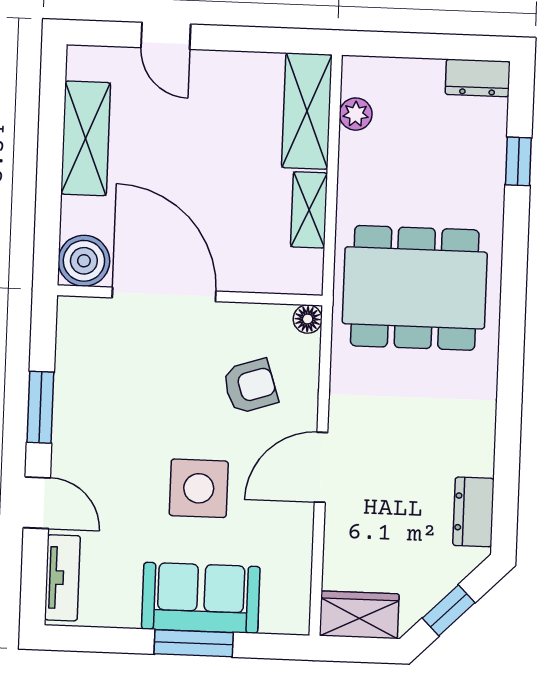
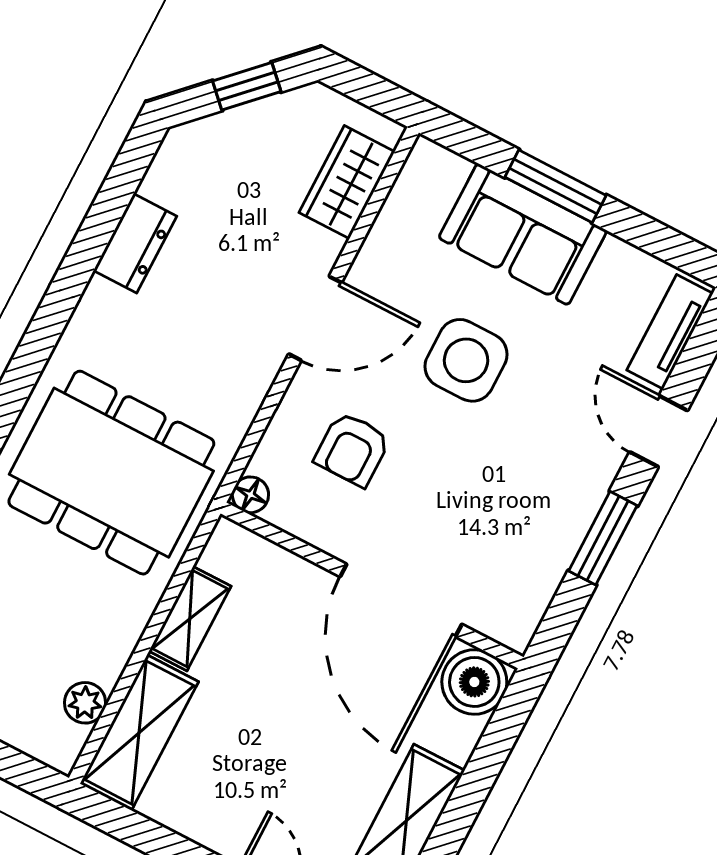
armchair: (250, 386) -> (352, 449), turned -72
dresser: (473, 512) -> (135, 243), moved
wardrobe: (359, 615) -> (347, 182), moved, turned 90

